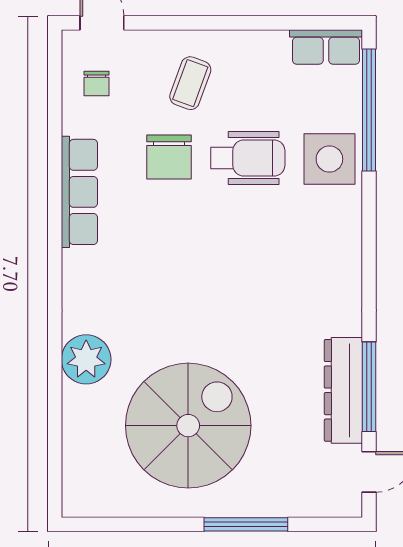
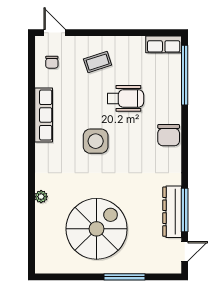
coffee table: (190, 83) -> (98, 62), turned 52
chair: (169, 157) -> (169, 135), moved
side table: (329, 159) -> (96, 141), moved
plant: (86, 359) -> (41, 197), width x0.53, depth x0.53

